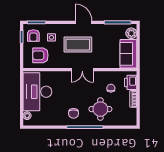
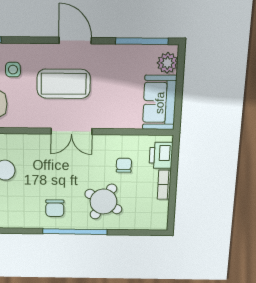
round table: (100, 109) -> (103, 202), turned 30

